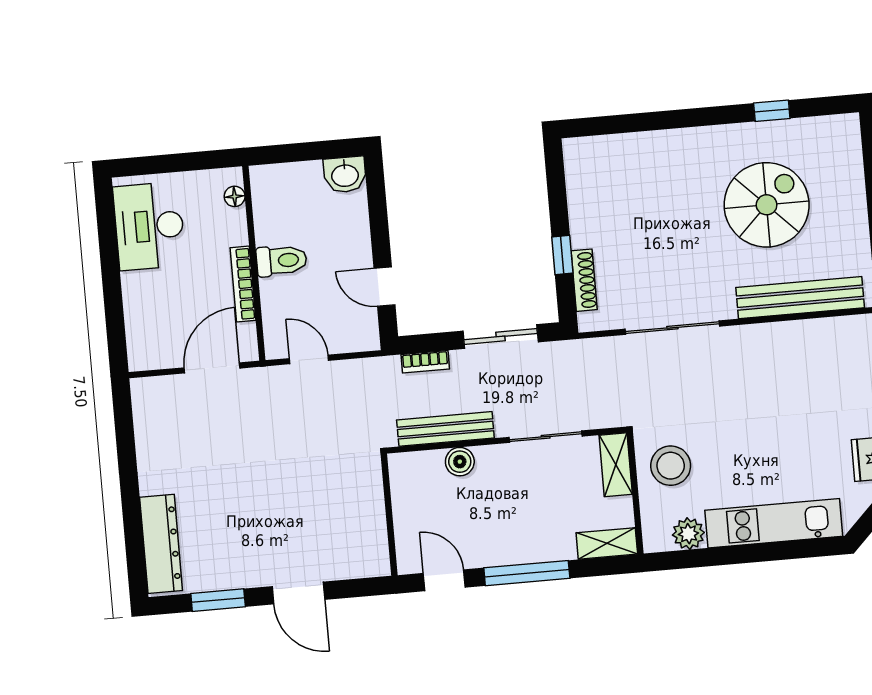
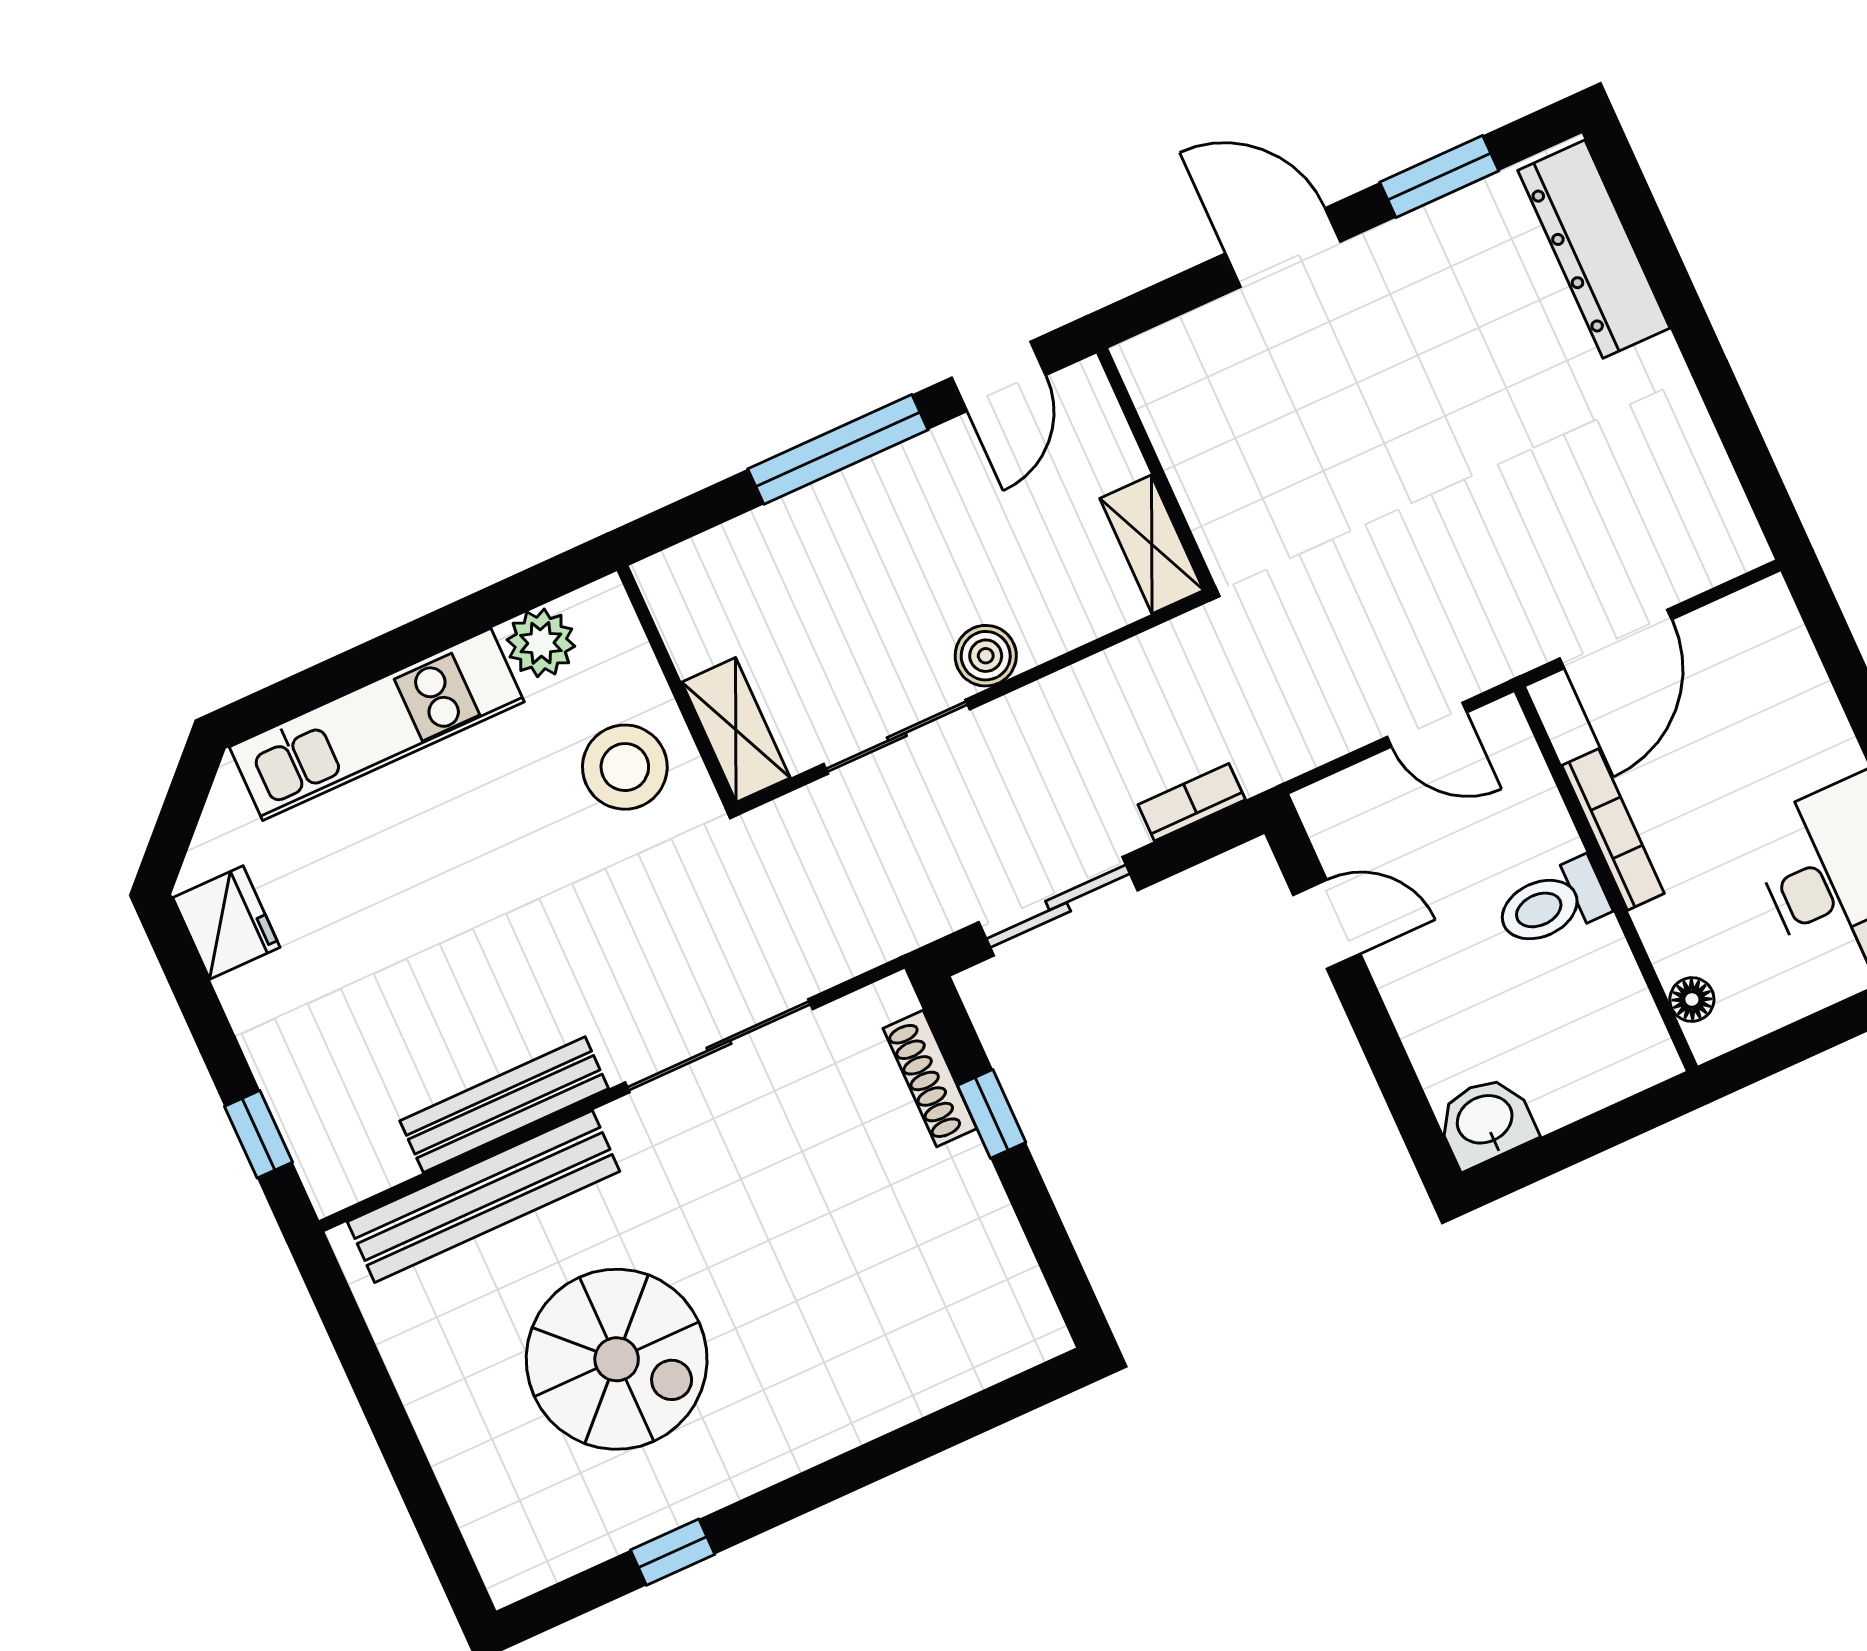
spiral stairs: (767, 205) -> (617, 1359), turned -90
bench: (445, 429) -> (504, 1105), moved
boiler: (460, 462) -> (986, 656), moved
shelving: (607, 543) -> (1152, 544), moved, turned 90
door: (444, 580) -> (999, 376), hinge flipped

